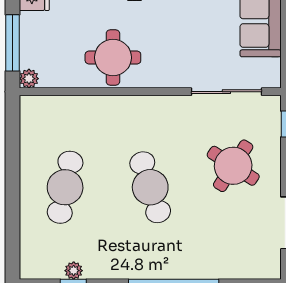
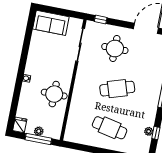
plant: (29, 79) -> (39, 131), moved
round table: (233, 166) -> (115, 49), turned -33

